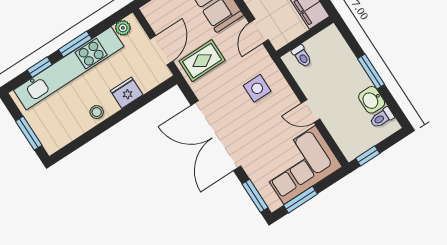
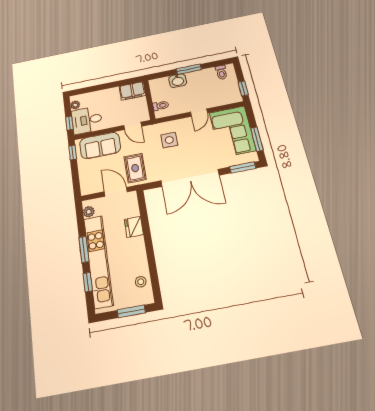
washbasin: (372, 100) -> (178, 81), moved
stool: (97, 112) -> (141, 282), moved

